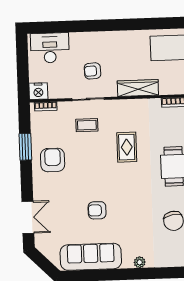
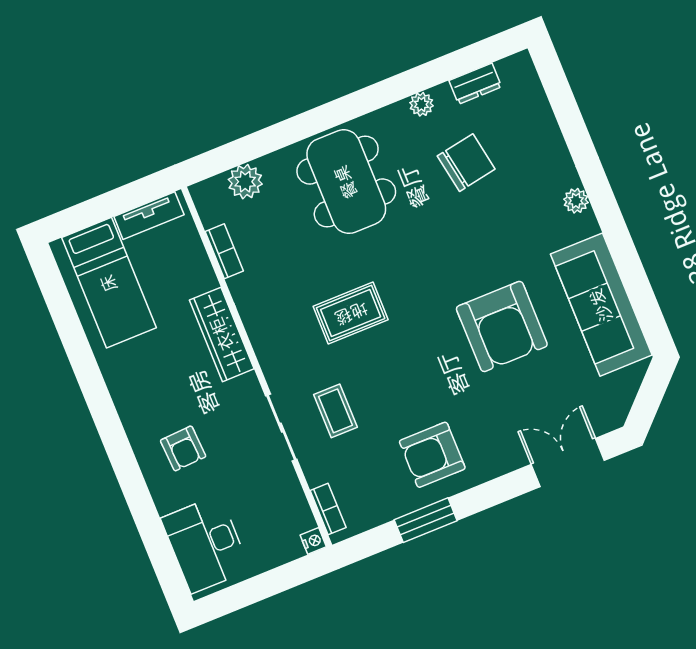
armchair: (93, 71) -> (183, 448), moved
nightstand: (38, 91) -> (313, 541), width x0.53, depth x0.56
armchair: (97, 210) -> (502, 326), width x1.88, depth x1.88

